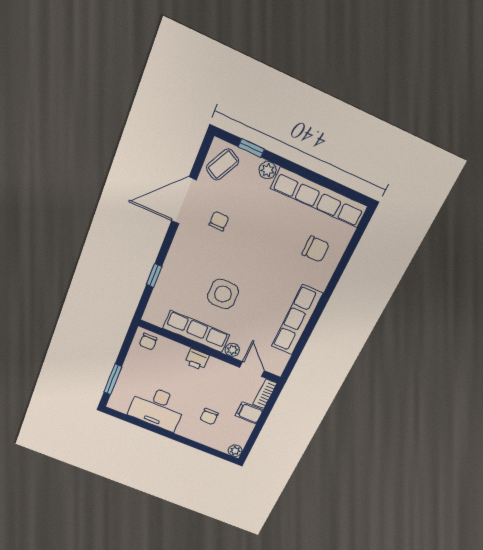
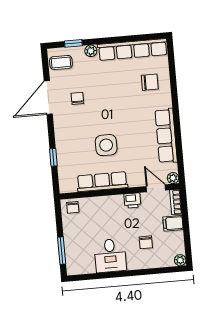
coffee table: (223, 164) -> (61, 63), turned 62
plant: (232, 350) -> (173, 178), moved
printer: (197, 359) -> (132, 200), moved
desk: (157, 408) -> (110, 256), width x0.73

